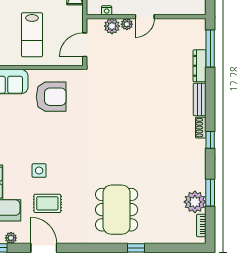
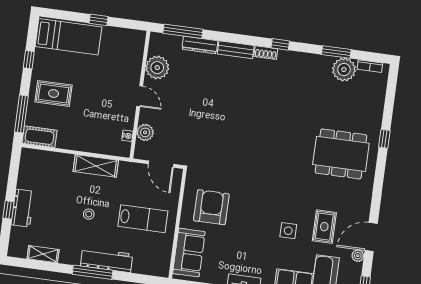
plant: (127, 24) -> (157, 68), moved, width x1.88, depth x1.88
plant: (11, 238) -> (358, 256), moved

